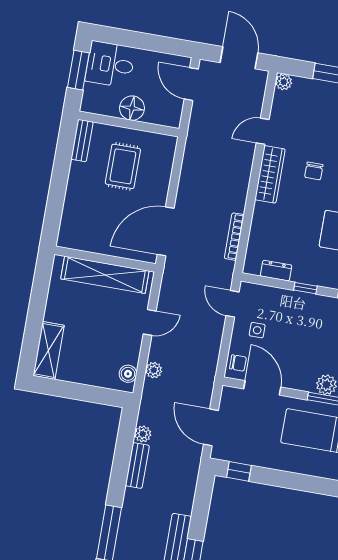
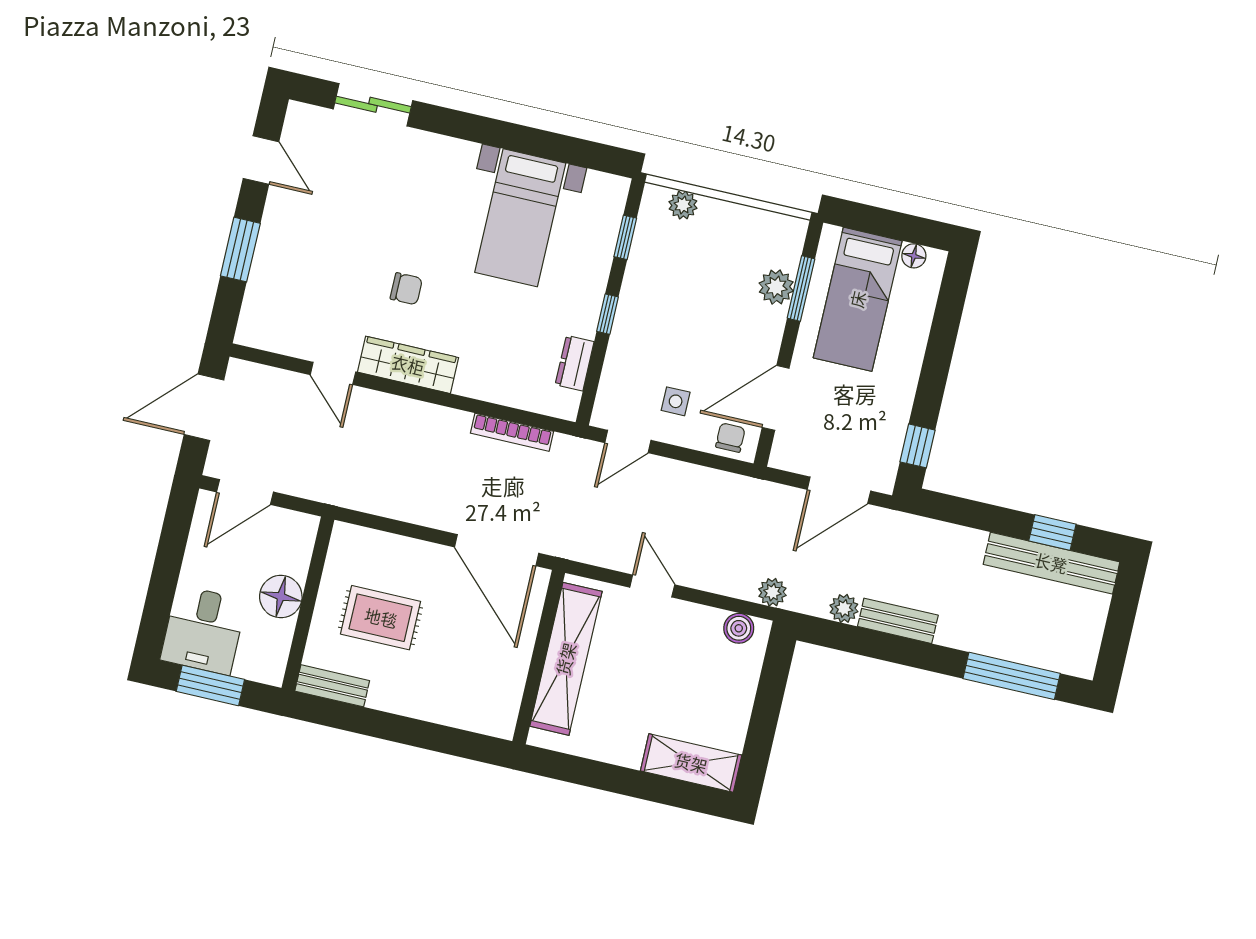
plant: (284, 82) -> (250, 332), removed
plant: (154, 370) -> (772, 592), moved

